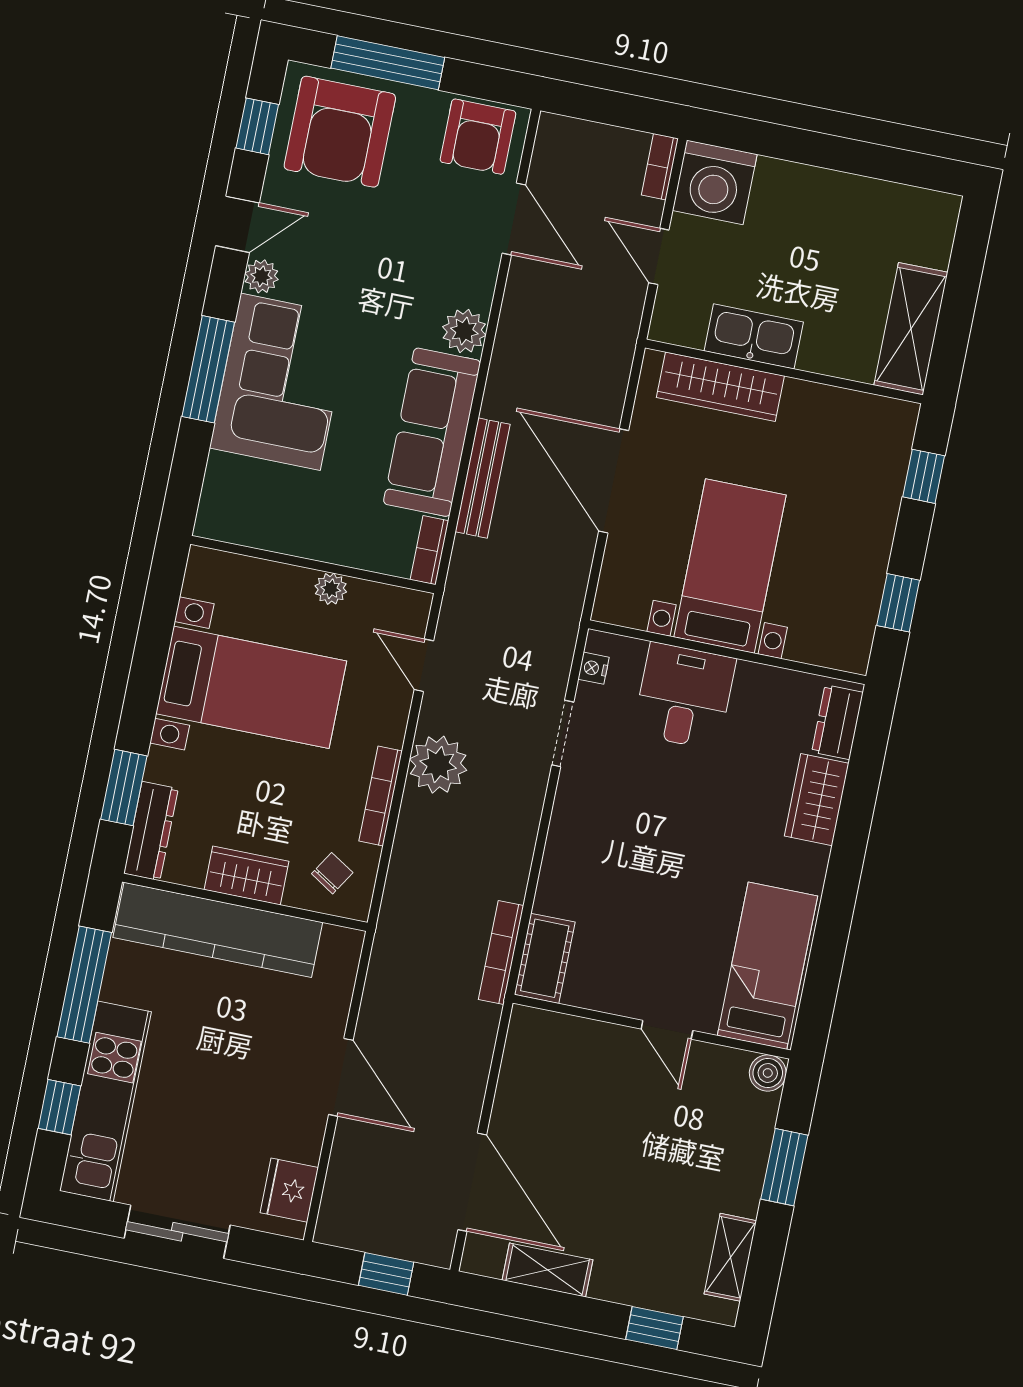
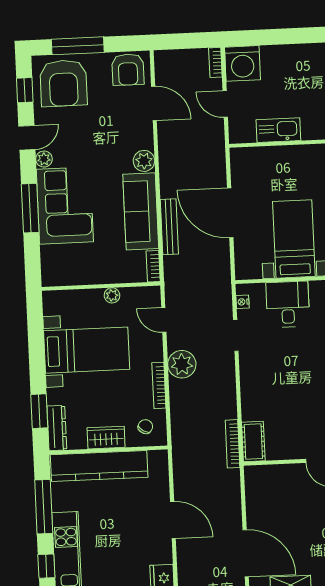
wardrobe: (720, 387) -> (269, 157), removed

